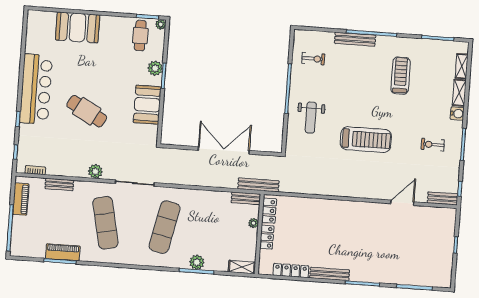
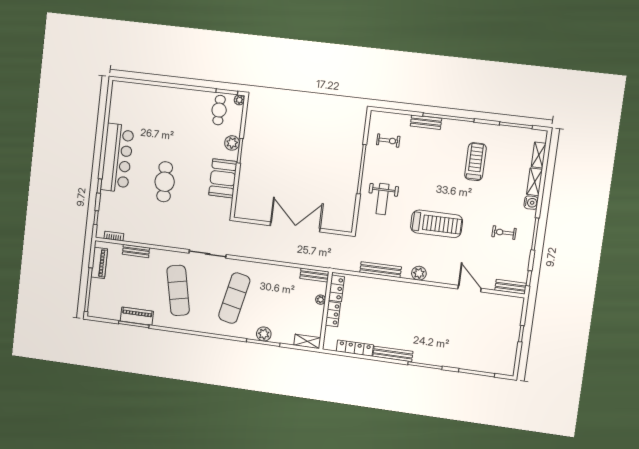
booth: (78, 27) -> (159, 100), removed
bench: (355, 39) -> (426, 122), width x0.73
cafe table: (87, 111) -> (165, 182), turned 59
plant: (95, 171) -> (419, 273), moved
bench: (258, 185) -> (381, 270), moved
door: (402, 203) -> (470, 289), hinge flipped

